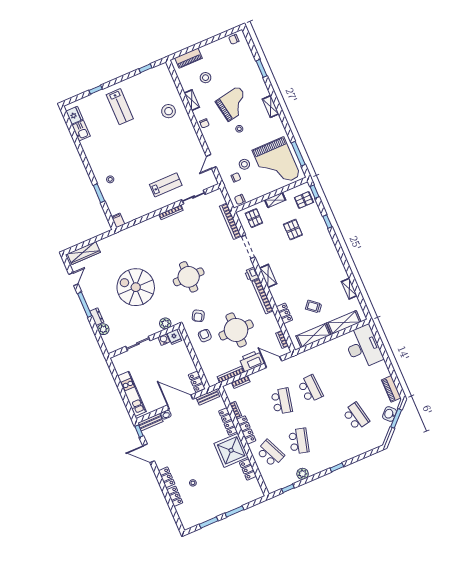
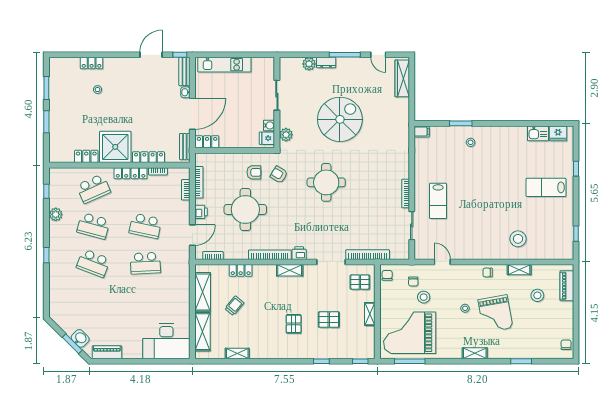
pallet: (304, 200) -> (294, 324), moved
printer: (252, 361) -> (201, 212), width x0.53, depth x0.68
school desk: (356, 416) -> (93, 263), moved, turned 33
locker: (167, 477) -> (116, 63), removed

